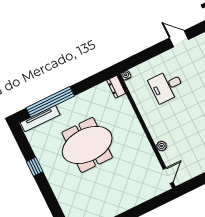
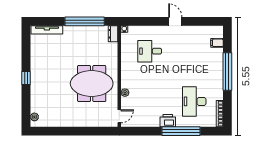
window: (50, 102) -> (85, 21), moved
meeting table: (87, 145) -> (92, 84), moved
window: (35, 167) -> (26, 78), moved

